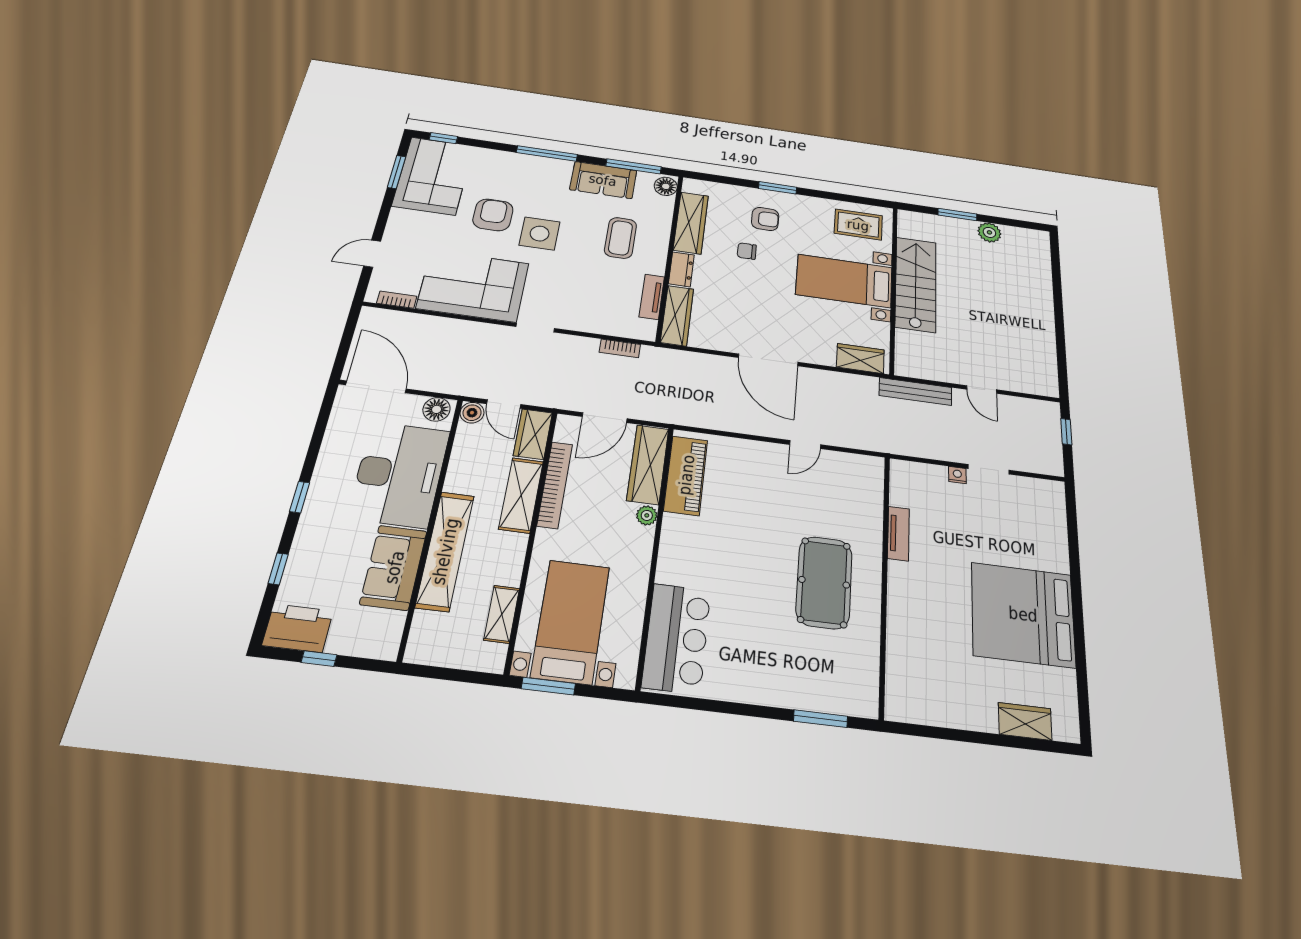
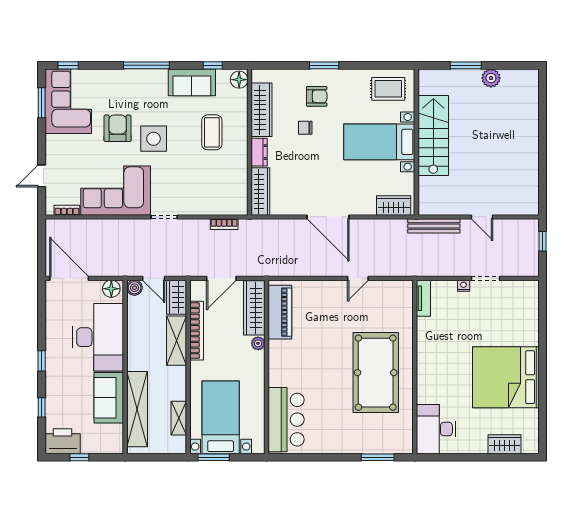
window: (634, 166) -> (213, 65), width x0.46
tv unit: (652, 297) -> (241, 179), removed
tv unit: (898, 533) -> (423, 298), moved
shelving: (445, 551) -> (137, 409), moved
pool table: (824, 582) -> (376, 373), width x1.36, depth x1.32
desk: (916, 683) -> (436, 429), added

